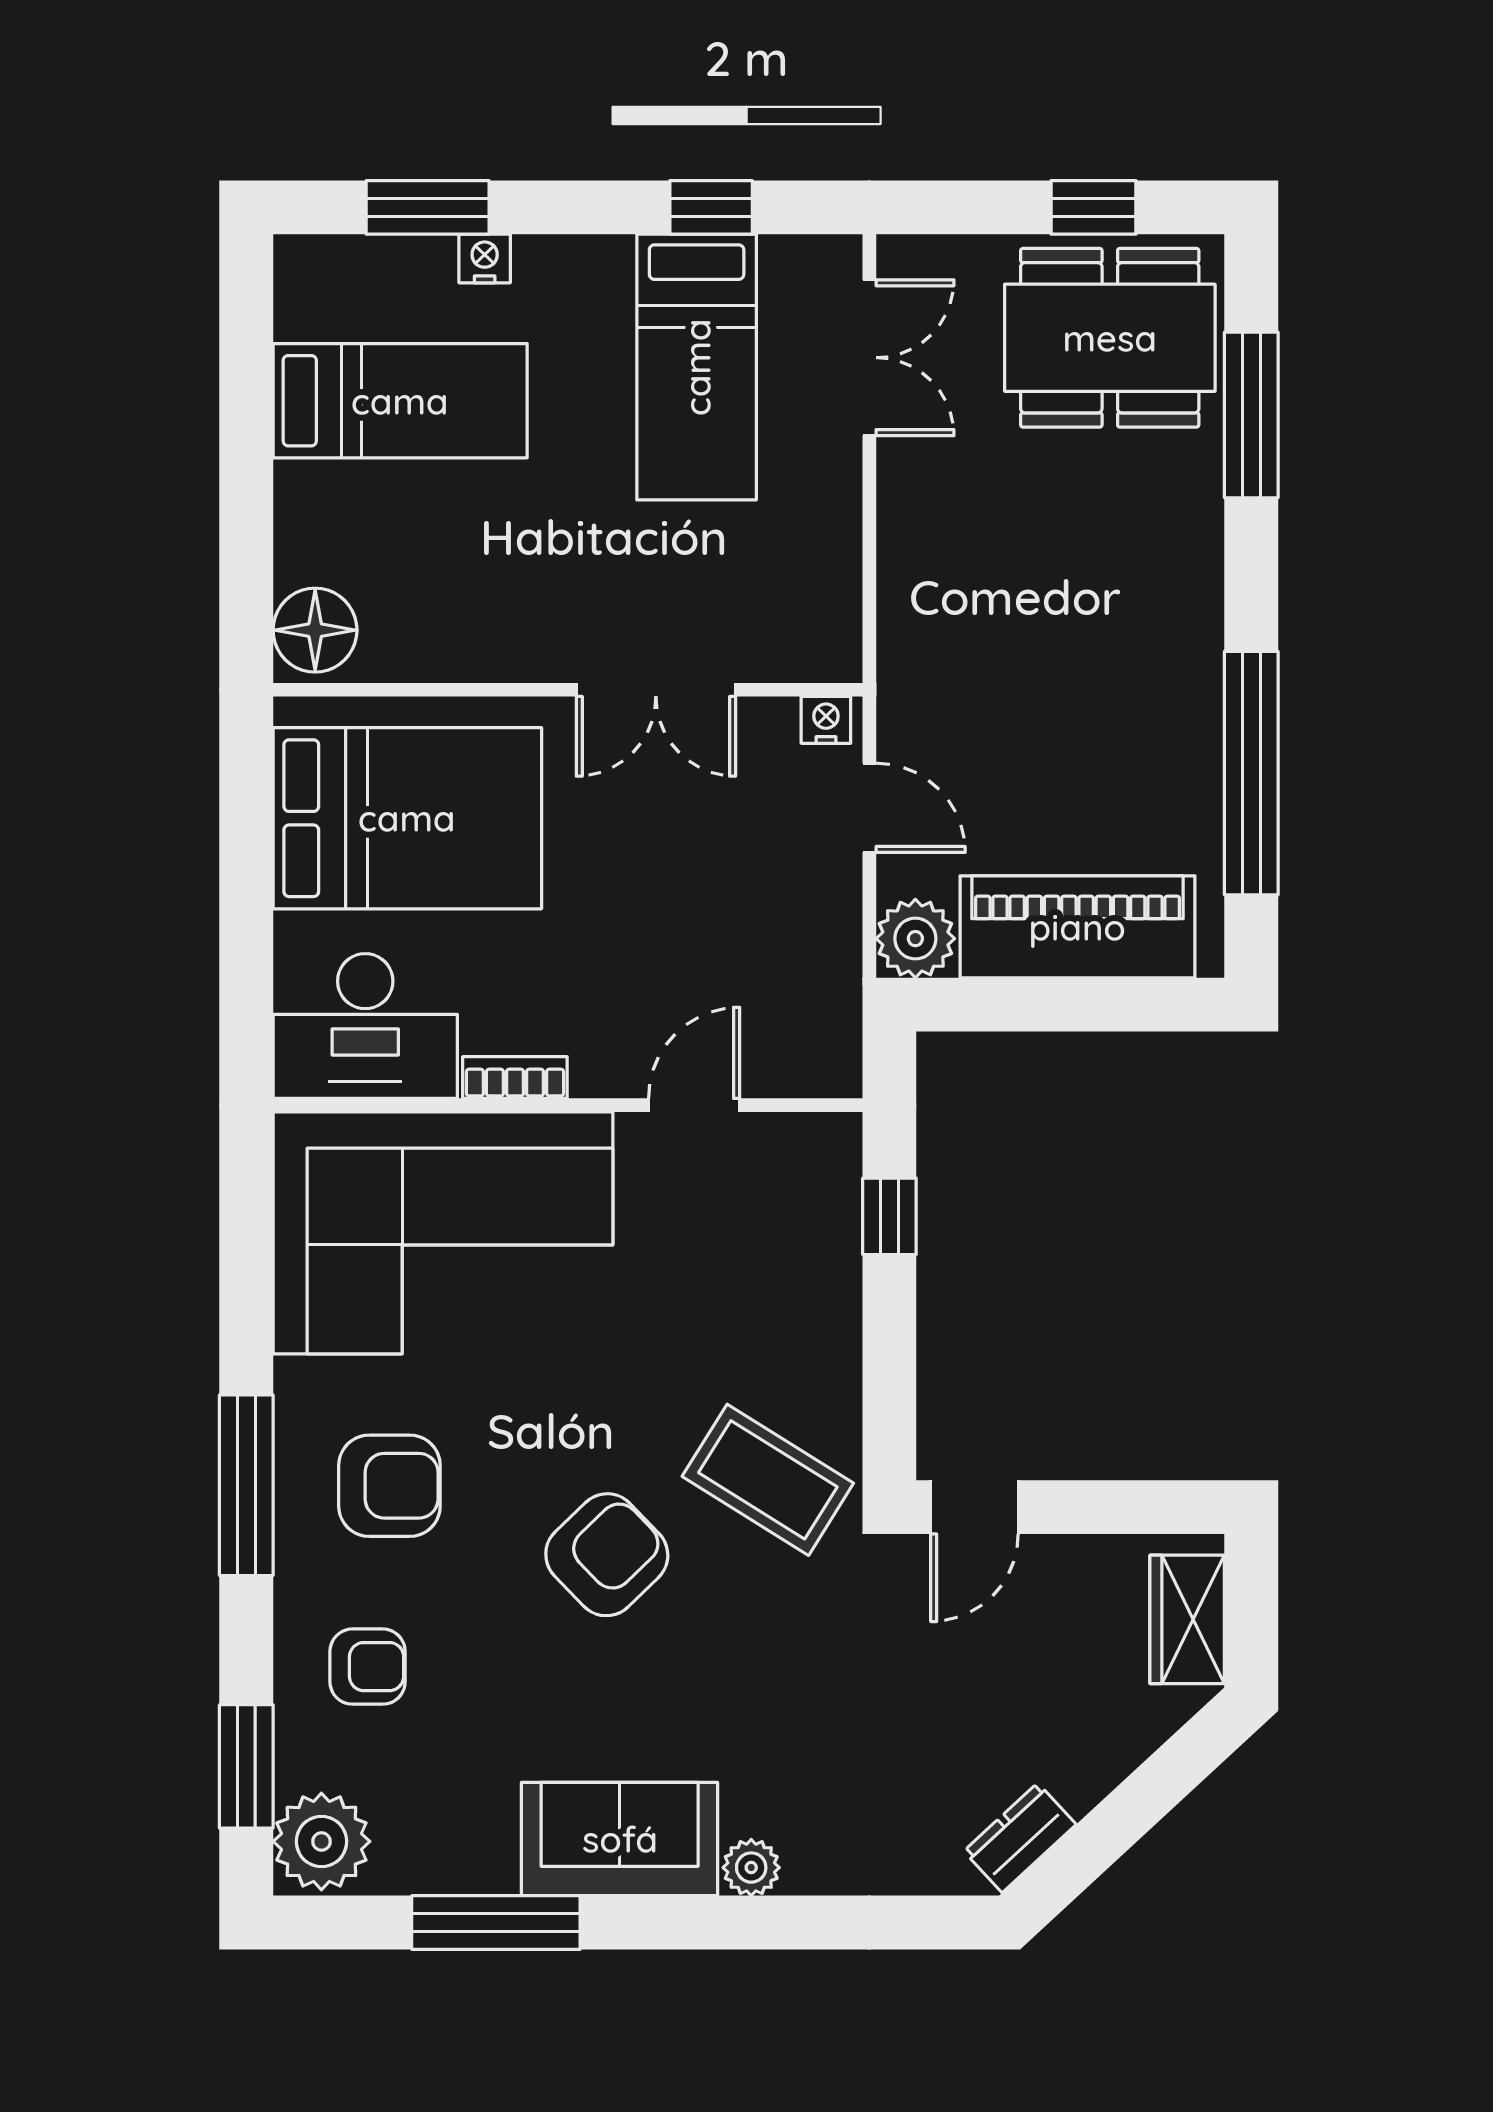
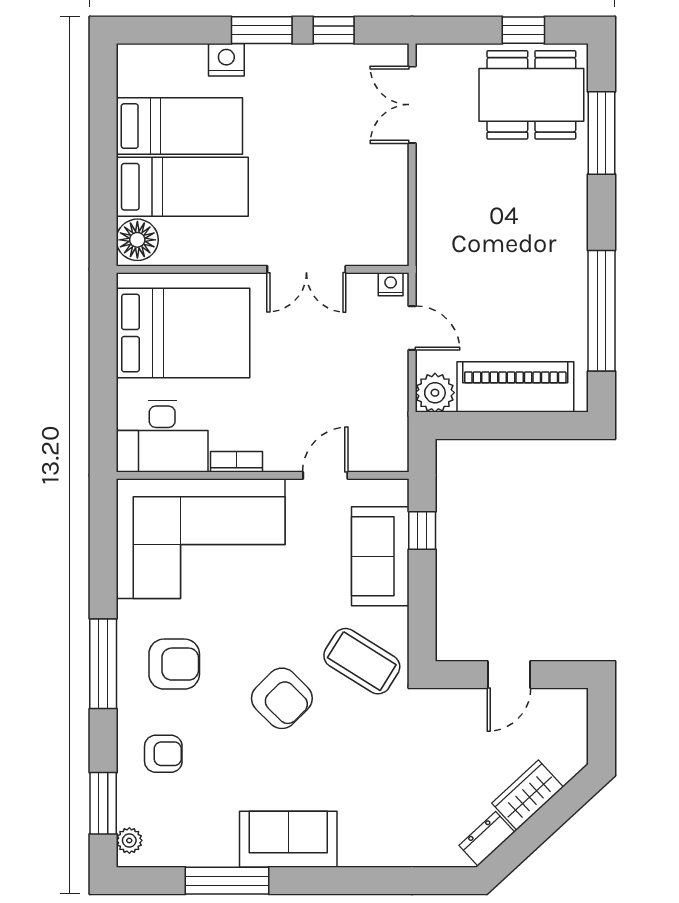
window: (428, 207) -> (262, 30), moved
nightstand: (485, 258) -> (226, 60), width x1.39, depth x1.35
double door: (869, 358) -> (412, 105), swing flipped
bed: (697, 367) -> (182, 187), moved, turned -90
sofa: (805, 1268) -> (380, 556), added
door: (974, 1507) -> (509, 675), moved
armchair: (607, 1555) -> (282, 698), turned 89
wardrobe: (1187, 1619) -> (528, 795), moved, turned 47
plant: (321, 1841) -> (129, 840), width x0.53, depth x0.53
plant: (751, 1868) -> (354, 853), removed

